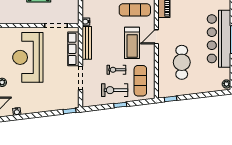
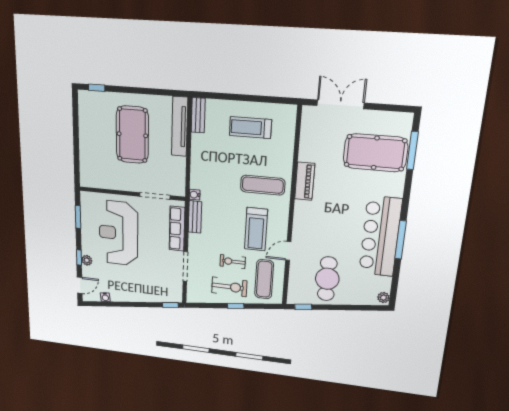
door: (156, 37) -> (288, 251), moved
bench: (87, 43) -> (195, 217), width x0.73
cafe table: (182, 62) -> (327, 279), moved
exercise bike: (115, 90) -> (229, 287), turned 180

